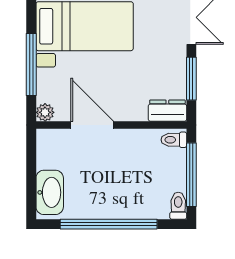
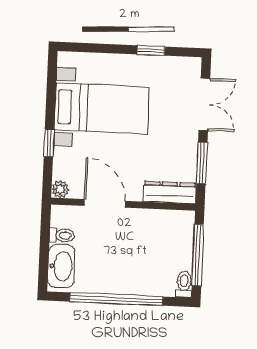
window: (31, 64) -> (49, 143), width x0.46
dresser: (167, 111) -> (170, 192), width x1.44
toilet: (174, 140) -> (62, 235), moved, turned 180

